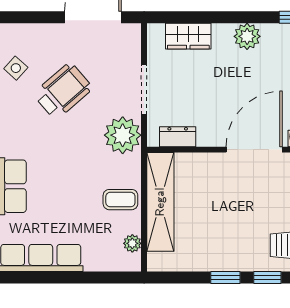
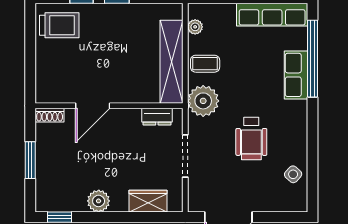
wheelchair: (63, 91) -> (251, 138), moved, turned -49
plant: (123, 135) -> (203, 101), moved
door: (254, 150) -> (93, 106), width x0.73

